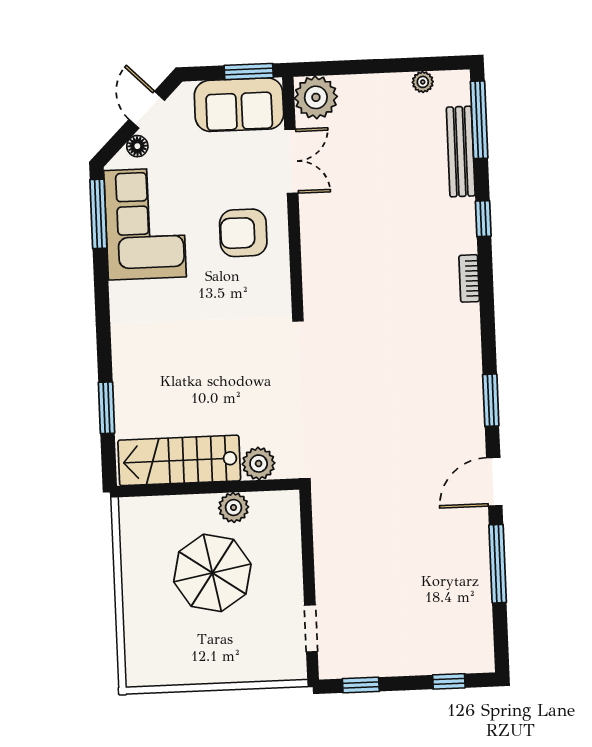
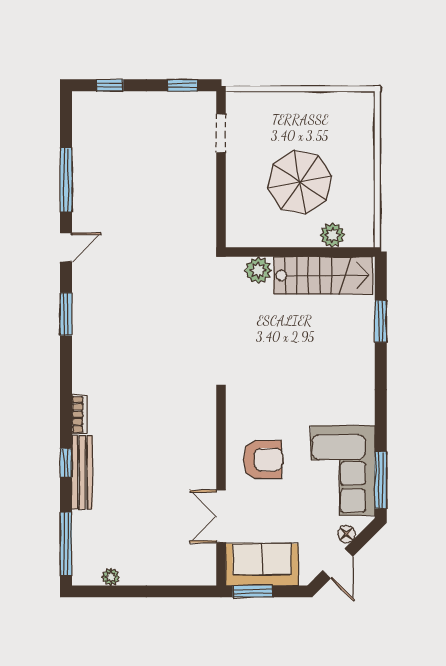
plant: (316, 97) -> (199, 568), removed
bench: (461, 152) -> (82, 472), moved
door: (494, 482) -> (66, 247), width x0.73
plant: (234, 507) -> (332, 235), moved

